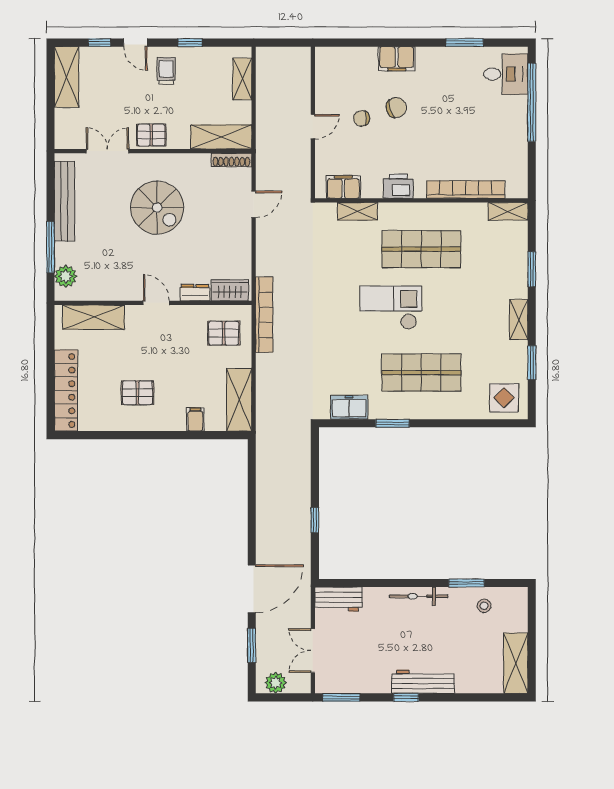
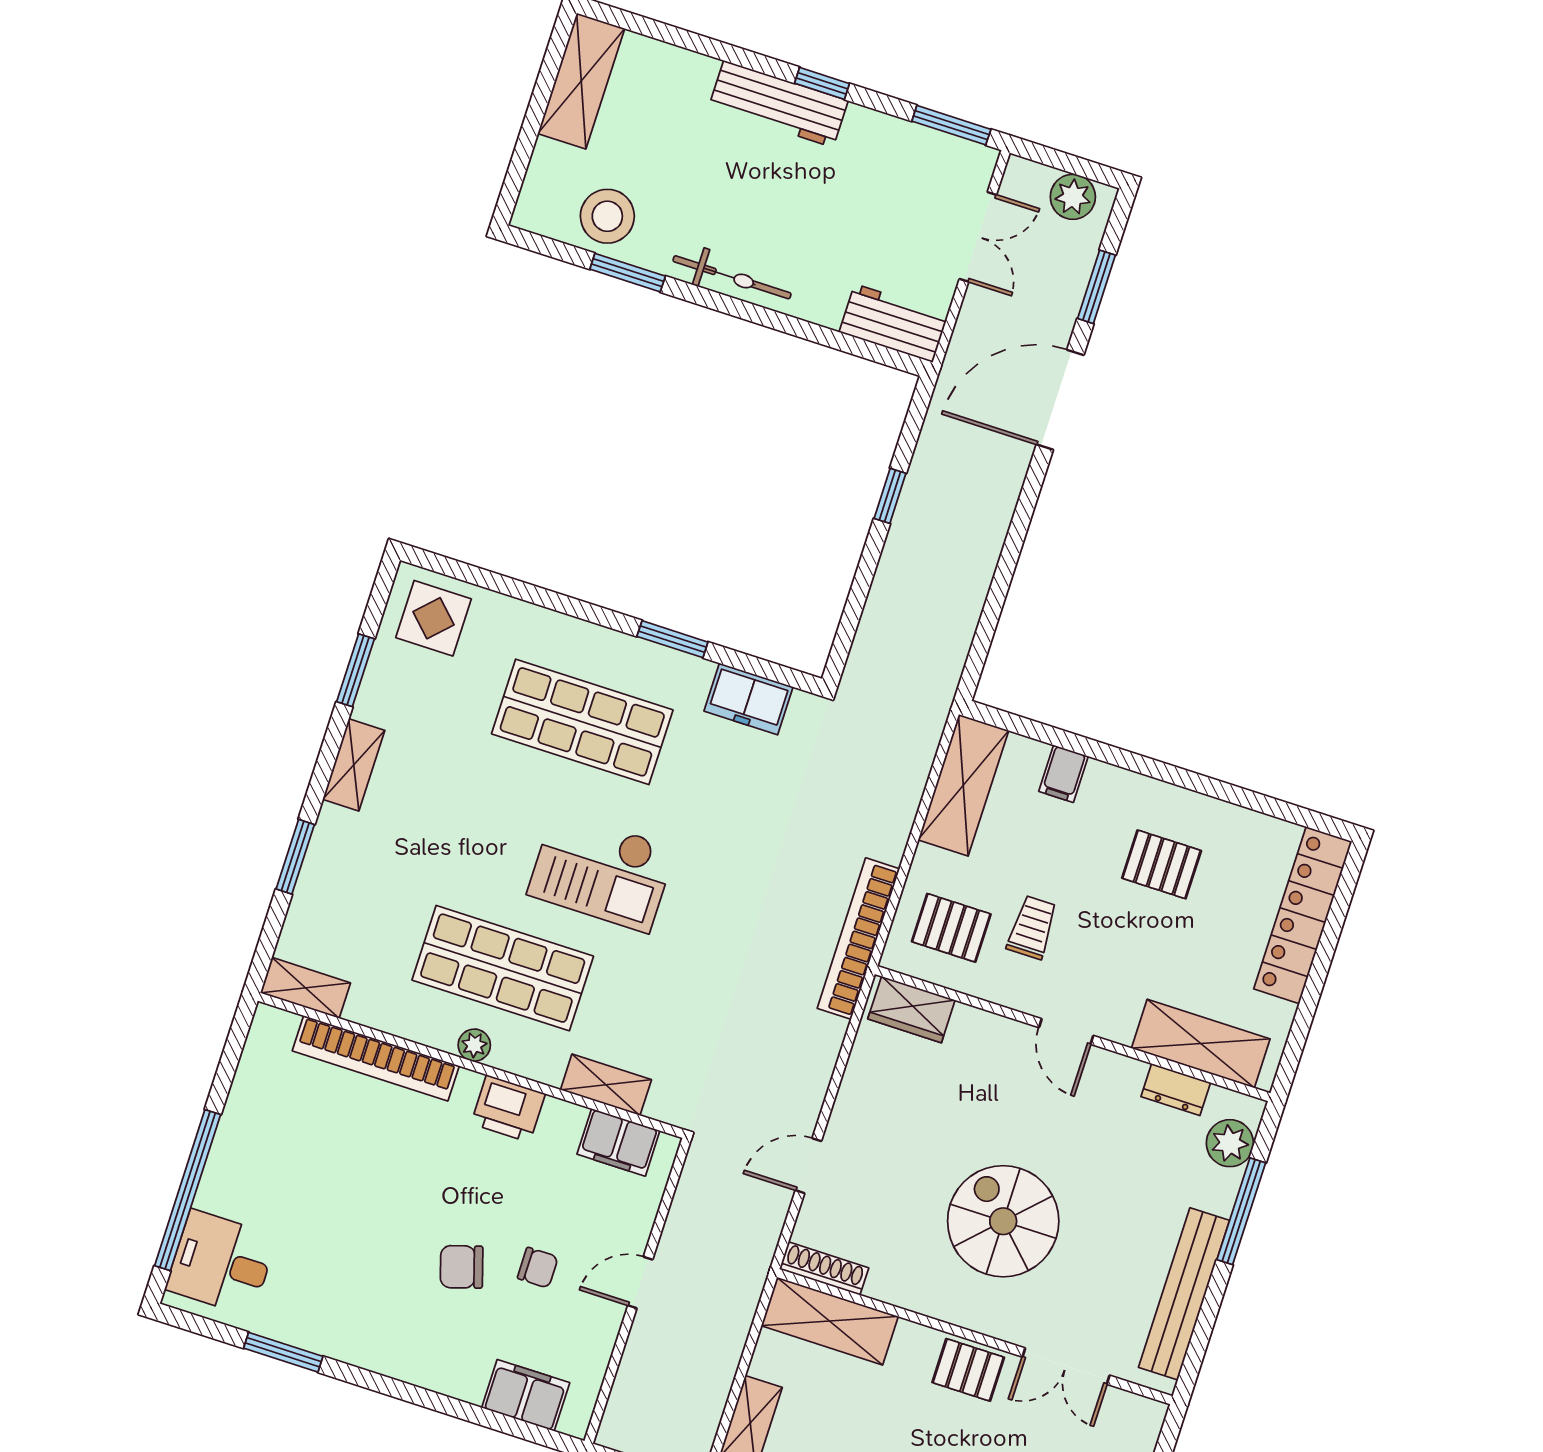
filing cabinet: (397, 59) -> (526, 1395), moved
plant: (423, 210) -> (474, 1045), added
dresser: (195, 293) -> (1176, 1090), moved
trolley: (187, 345) -> (1032, 927), added
stool: (484, 606) -> (607, 216), width x1.89, depth x1.89

